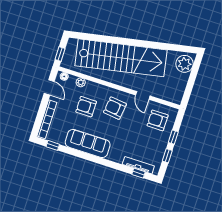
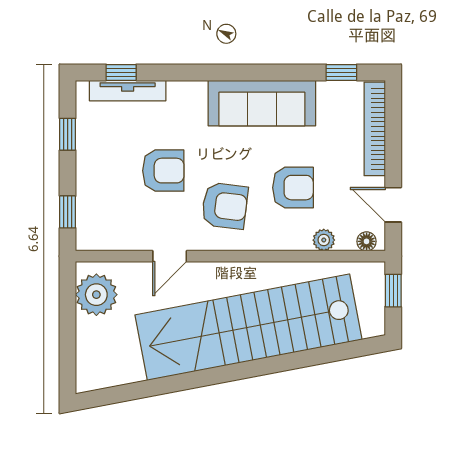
plant: (185, 64) -> (96, 295), moved
door: (143, 95) -> (170, 256), swing flipped
armchair: (158, 120) -> (163, 171), moved
window: (173, 137) -> (68, 212), moved

